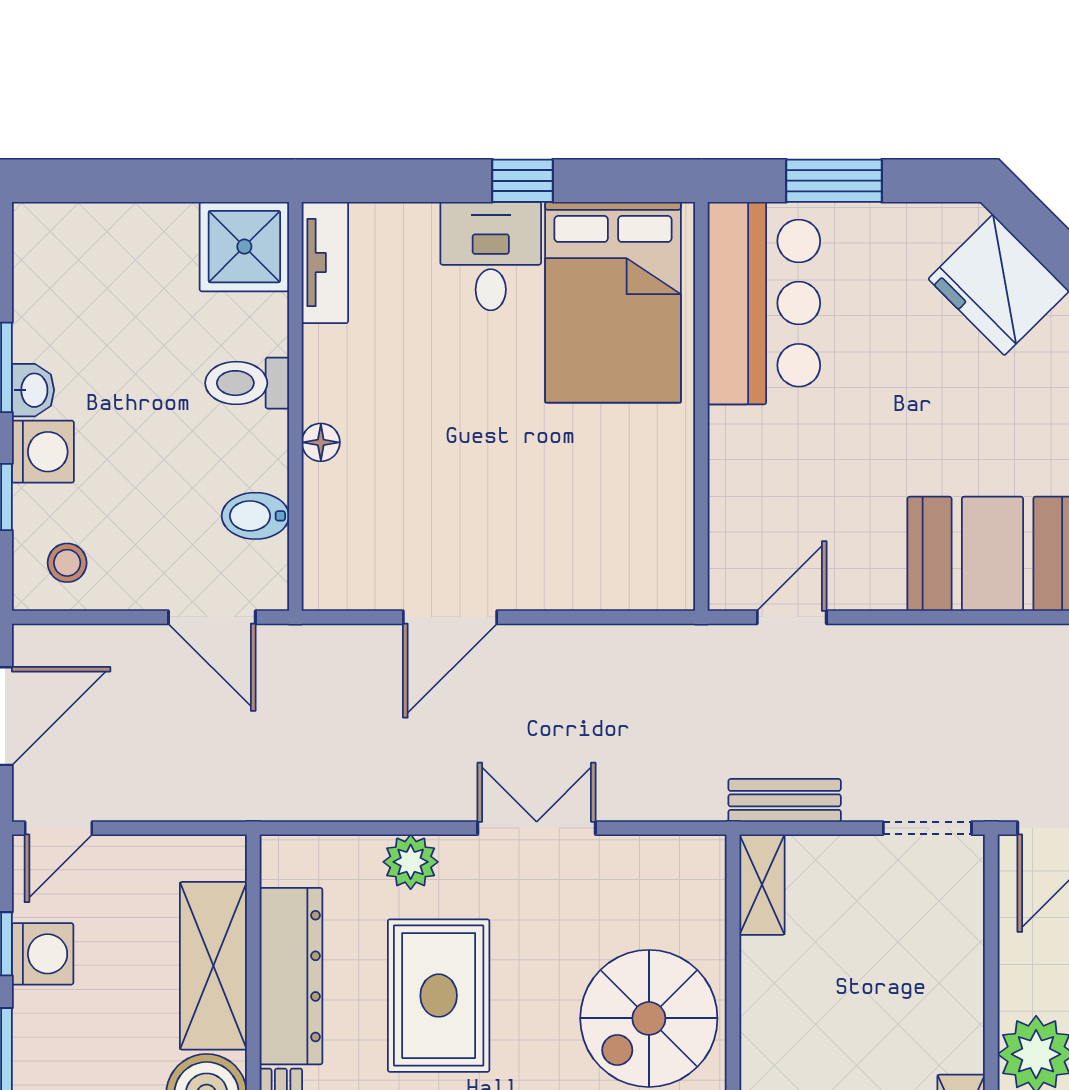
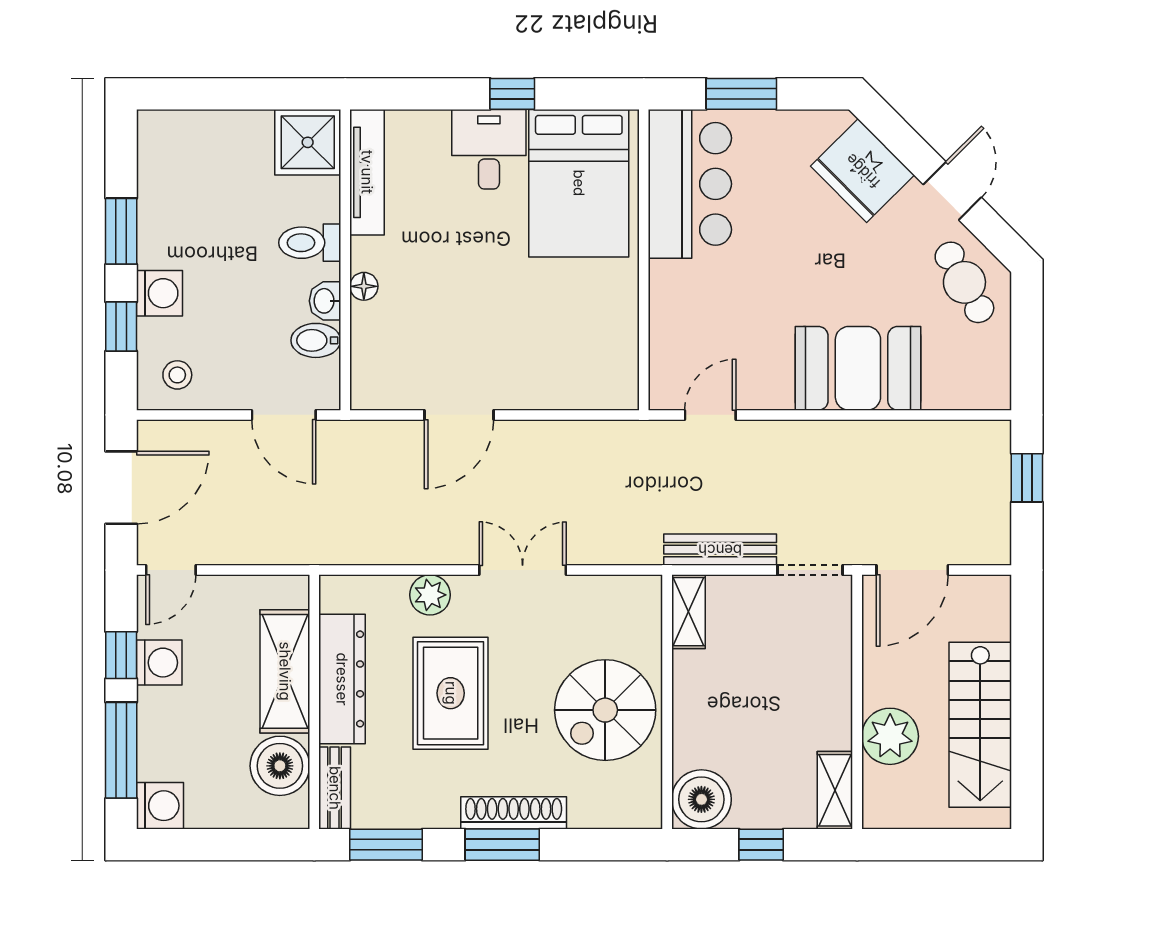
tv unit: (325, 263) -> (367, 172), width x1.41
washbasin: (33, 390) -> (325, 301), moved, turned 180
bench: (785, 800) -> (720, 550), width x1.36

